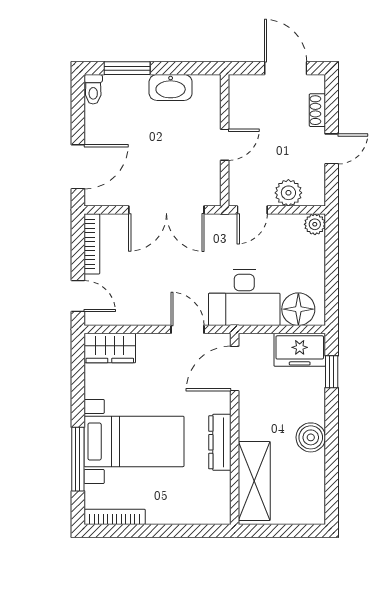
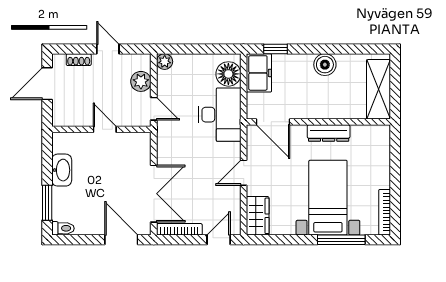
double door: (166, 210) -> (154, 194), moved
door: (188, 329) -> (244, 173), moved
shelving: (254, 481) -> (379, 89), moved, turned 90

